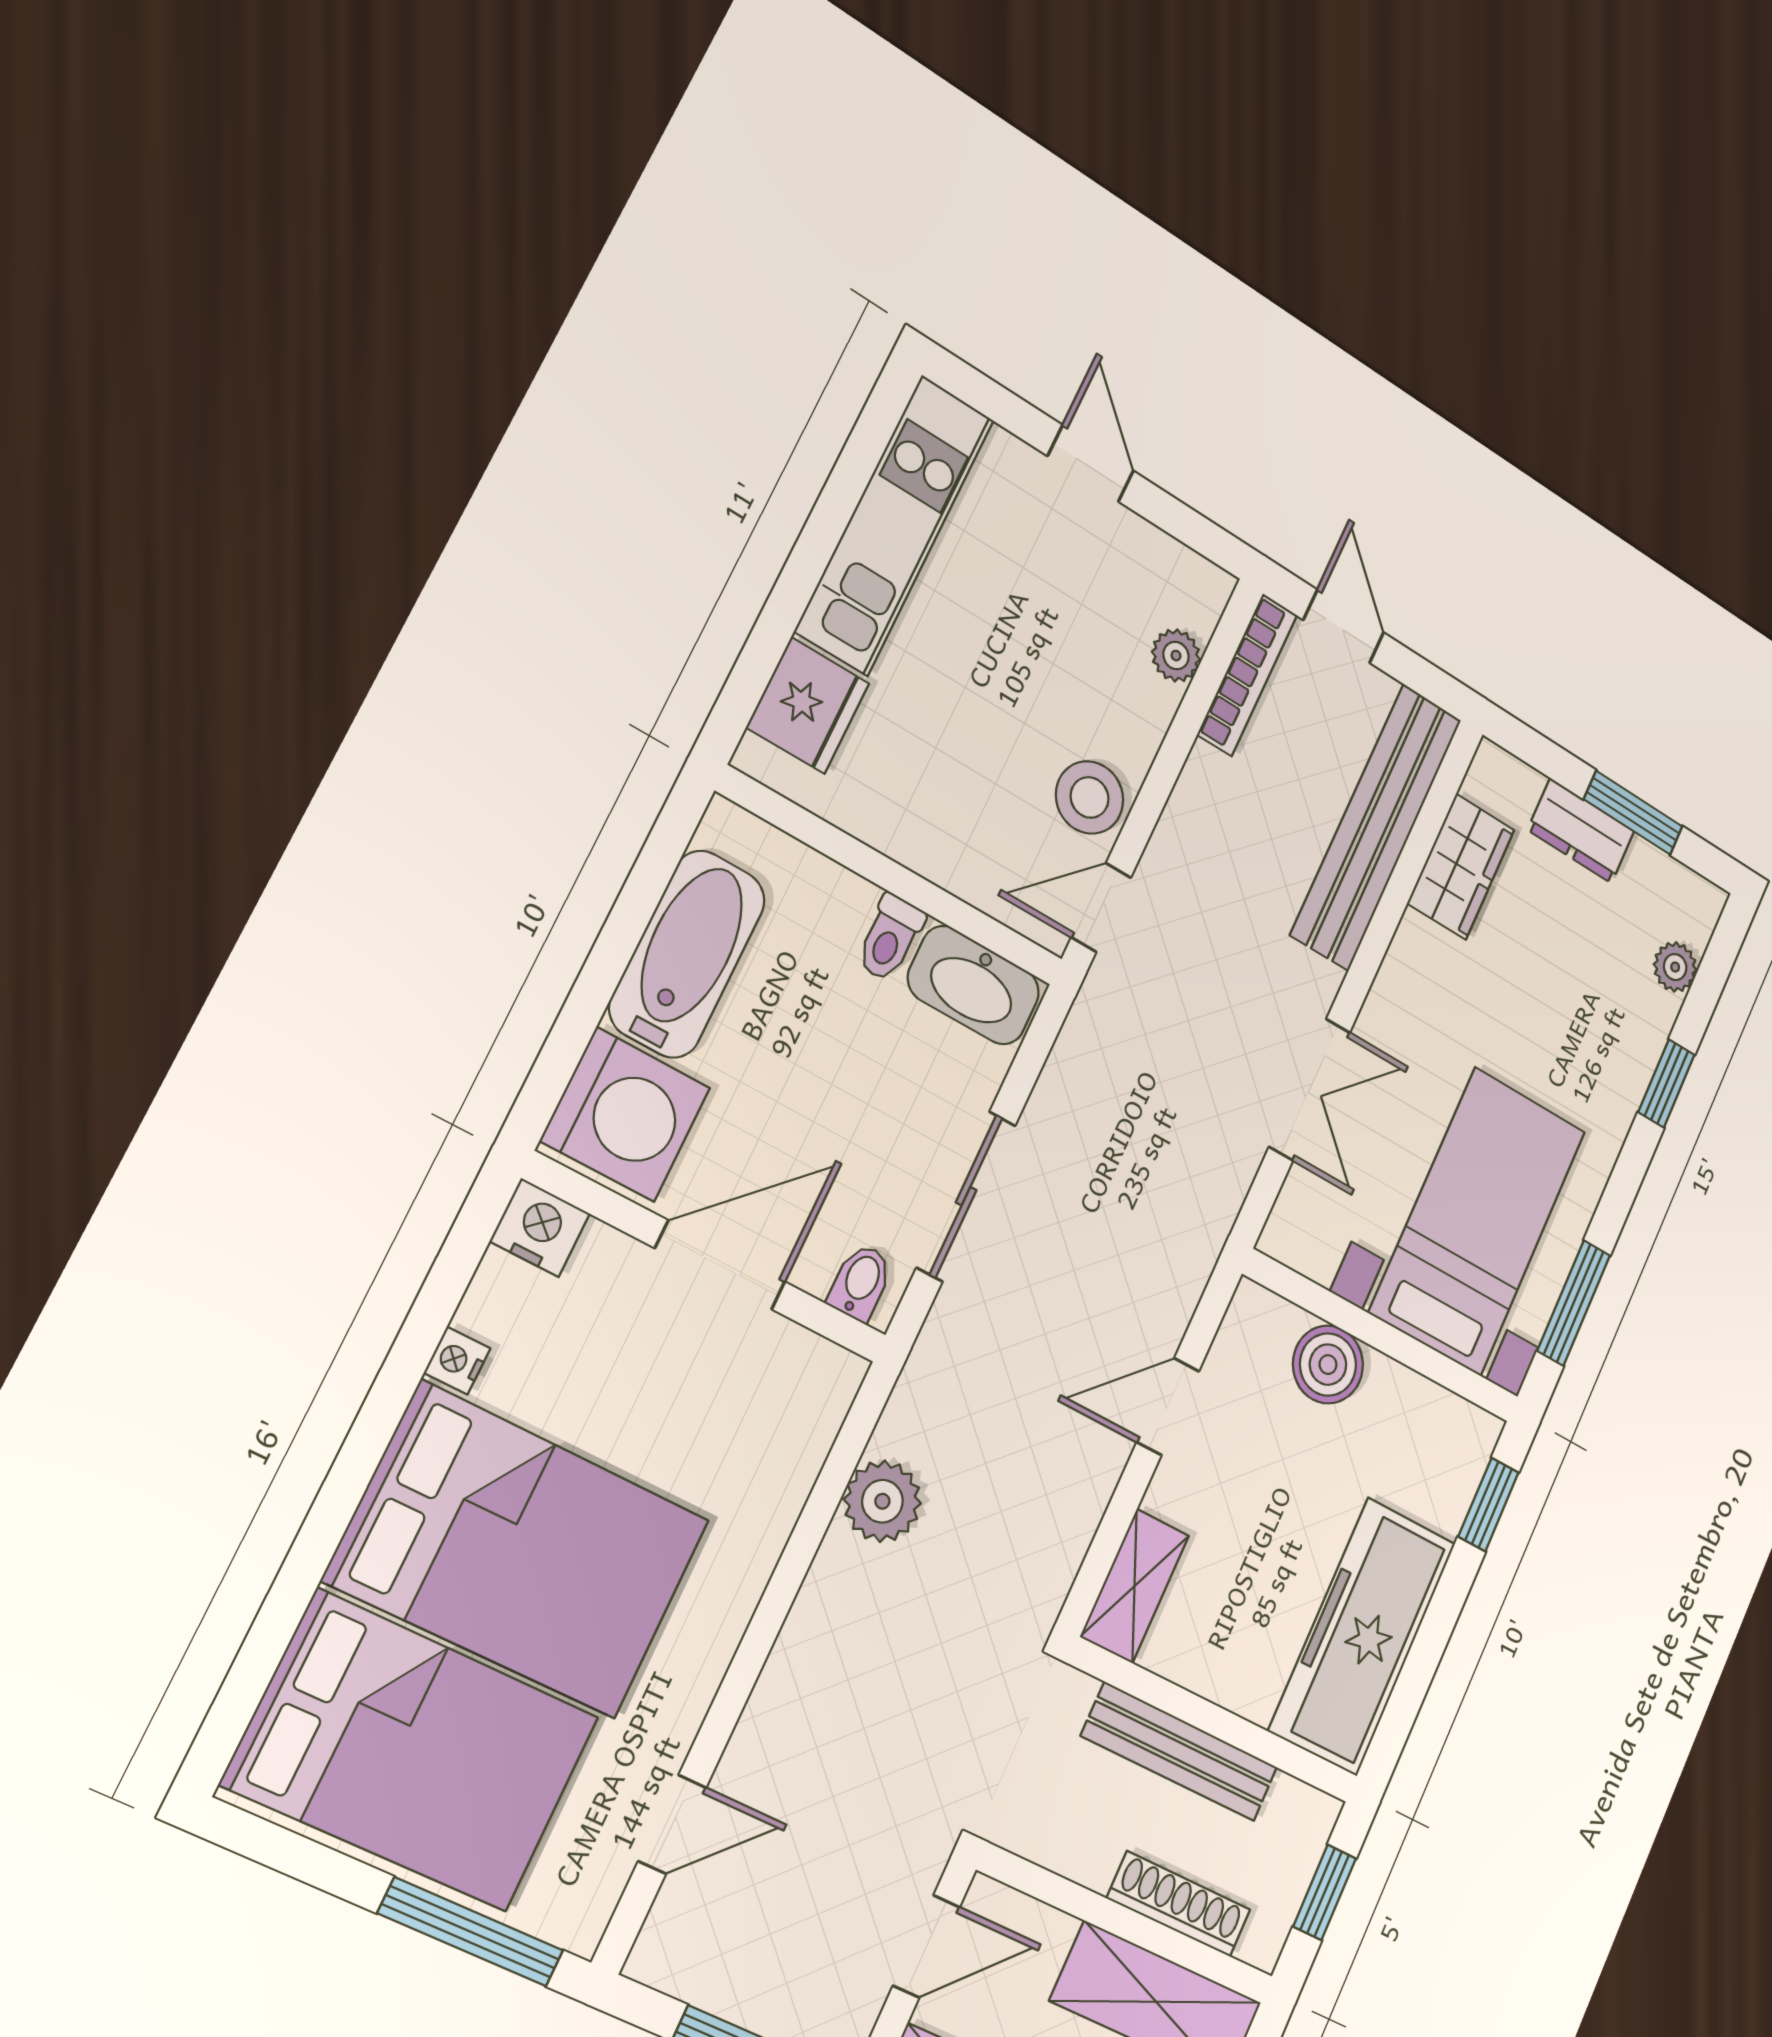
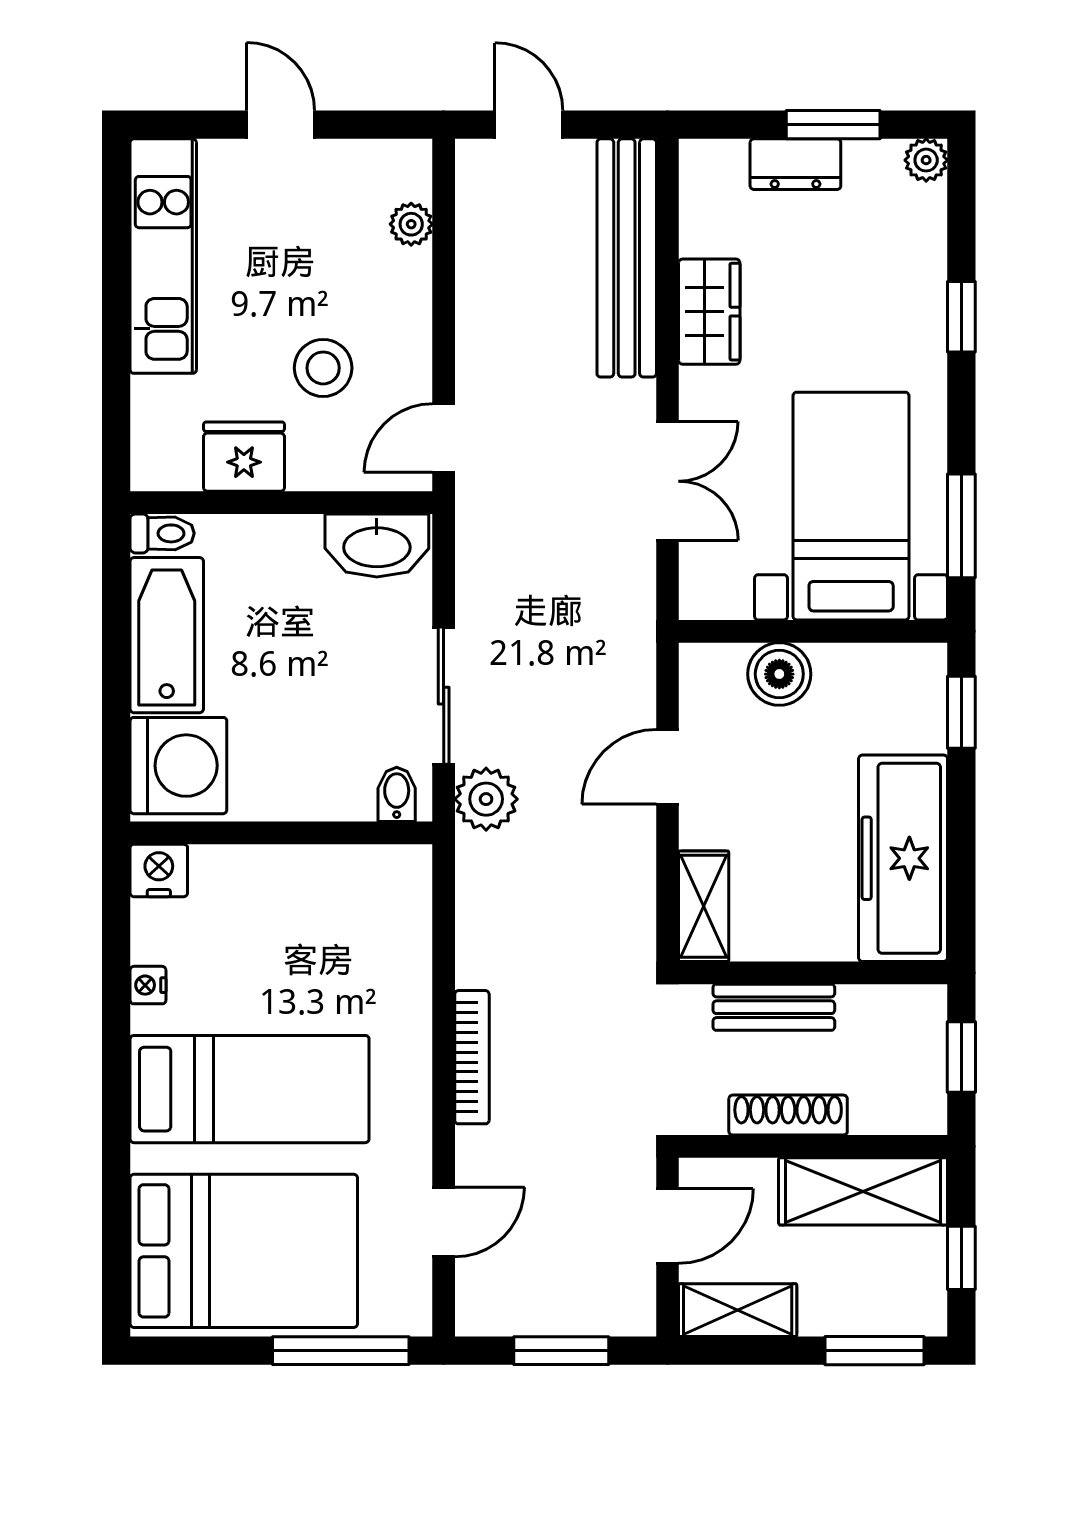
bookcase: (1247, 675) -> (472, 1057), moved
fridge: (808, 705) -> (244, 457), moved, turned -90
stool: (1090, 797) -> (323, 368), moved
wardrobe: (1461, 867) -> (709, 312), moved
toilet: (890, 938) -> (162, 533), moved, turned -90
plant: (1675, 967) -> (926, 160), moved
door: (720, 1265) -> (293, 833), removed
plant: (882, 1501) -> (486, 799), moved
bed: (518, 1550) -> (250, 1089), width x0.67
bench: (1180, 1752) -> (774, 1007), width x0.73
shoe rack: (1179, 1904) -> (788, 1115), moved

